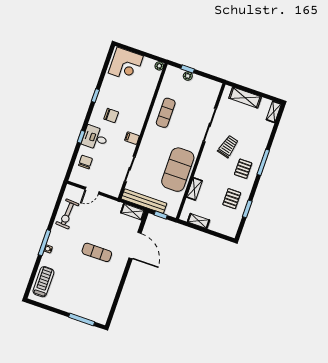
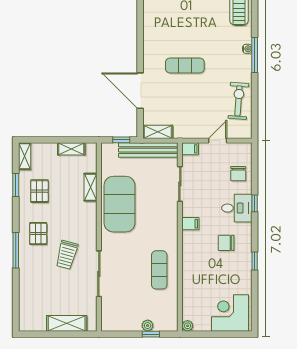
shelving: (274, 112) -> (25, 156), moved
filing cabinet: (114, 192) -> (190, 149), added

